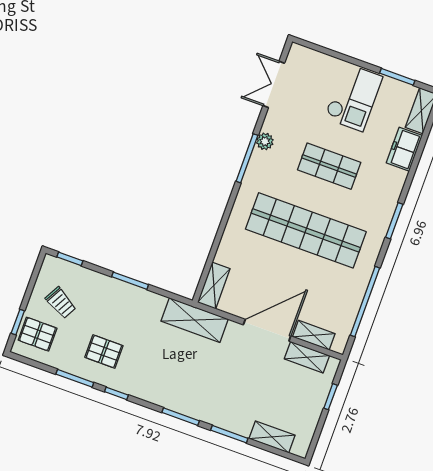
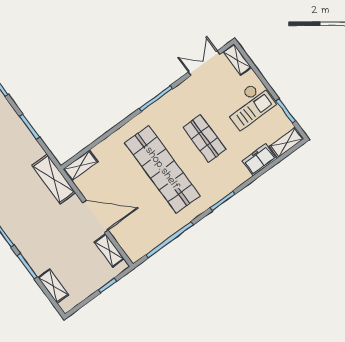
plant: (265, 141) -> (174, 96), removed
shelving: (314, 335) -> (237, 60), moved

